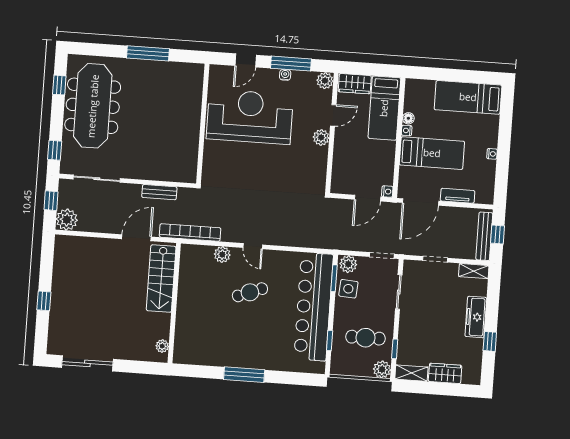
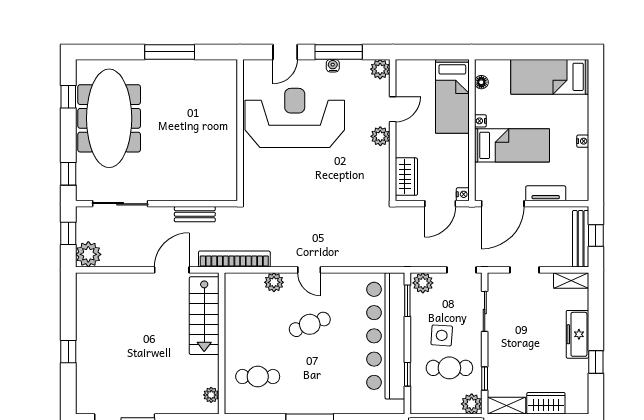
wardrobe: (355, 84) -> (406, 177), moved, turned -90
floor lamp: (408, 118) -> (481, 82), moved
side table: (348, 289) -> (442, 335), moved
cafe table: (203, 333) -> (258, 377), added

